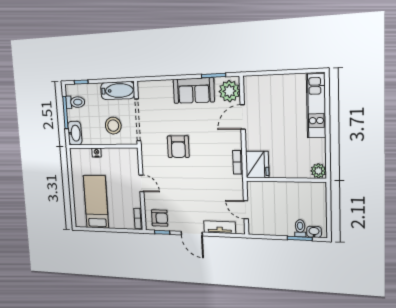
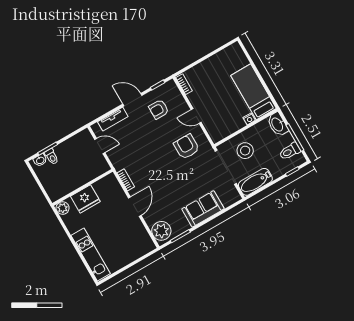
sofa: (194, 91) -> (203, 209), moved
door: (243, 117) -> (135, 207), moved
armchair: (178, 147) -> (187, 147), moved
fridge: (257, 164) -> (85, 199), moved, turned -90
bed: (96, 202) -> (253, 92), moved, turned 180
armchair: (160, 218) -> (159, 109), moved

